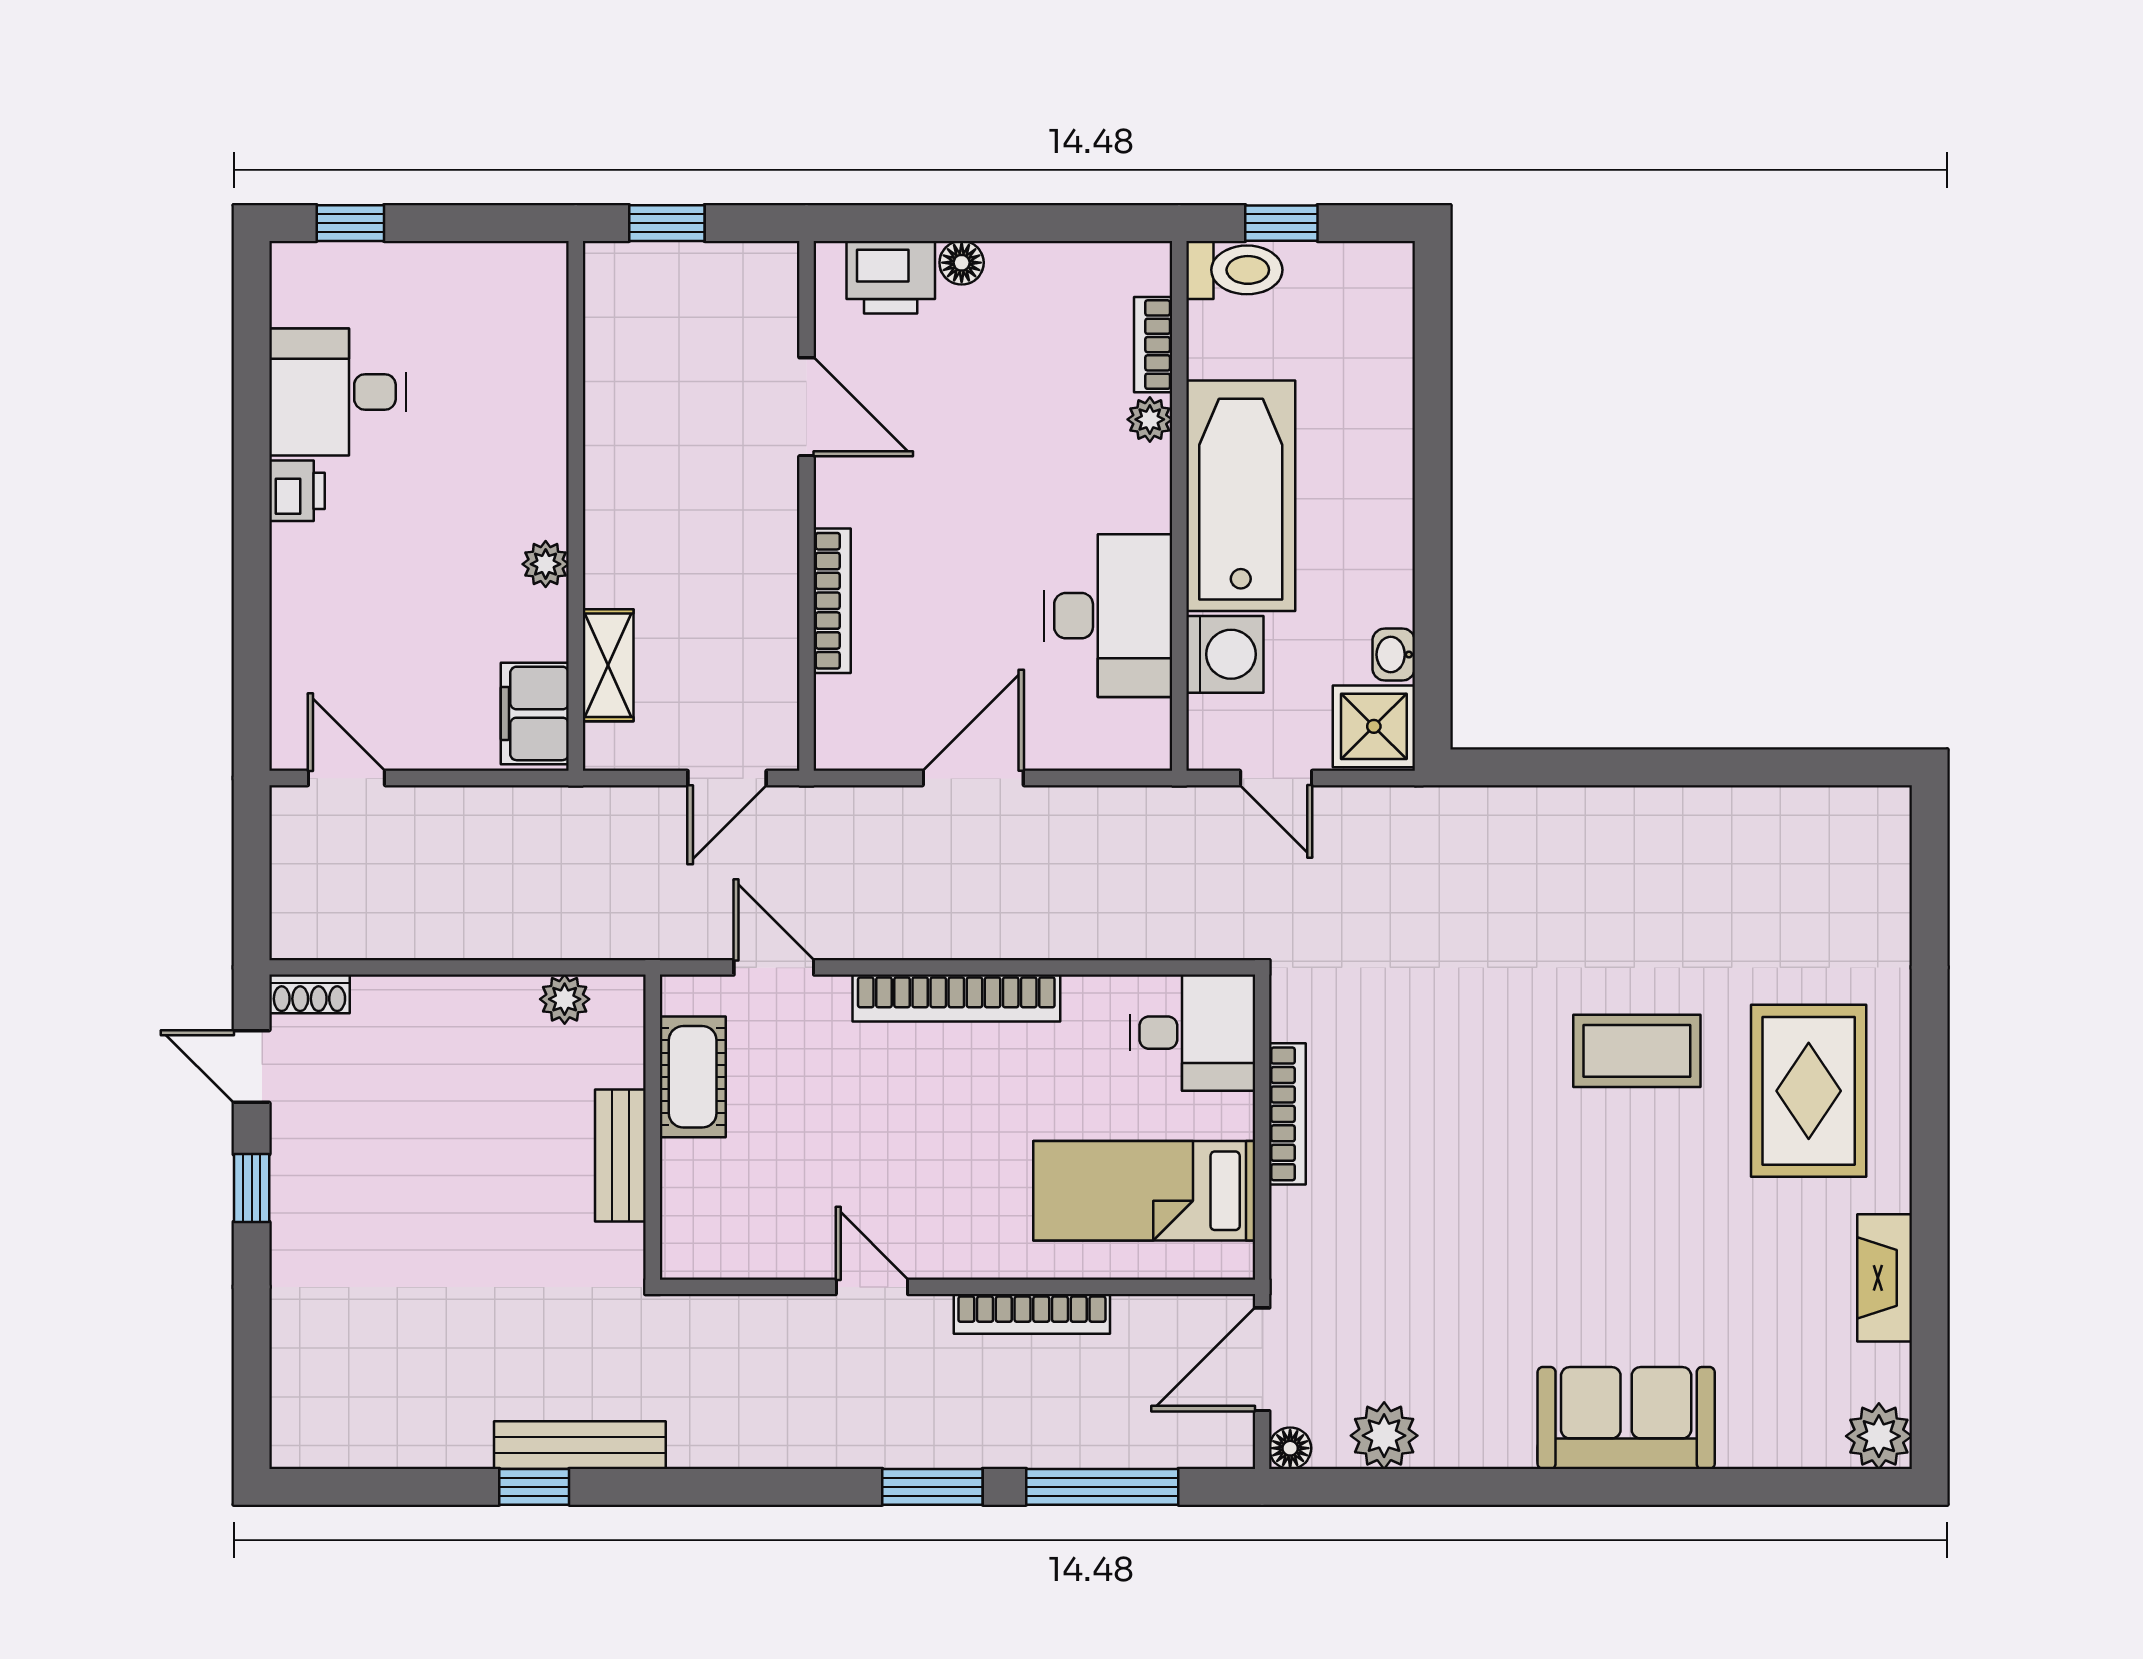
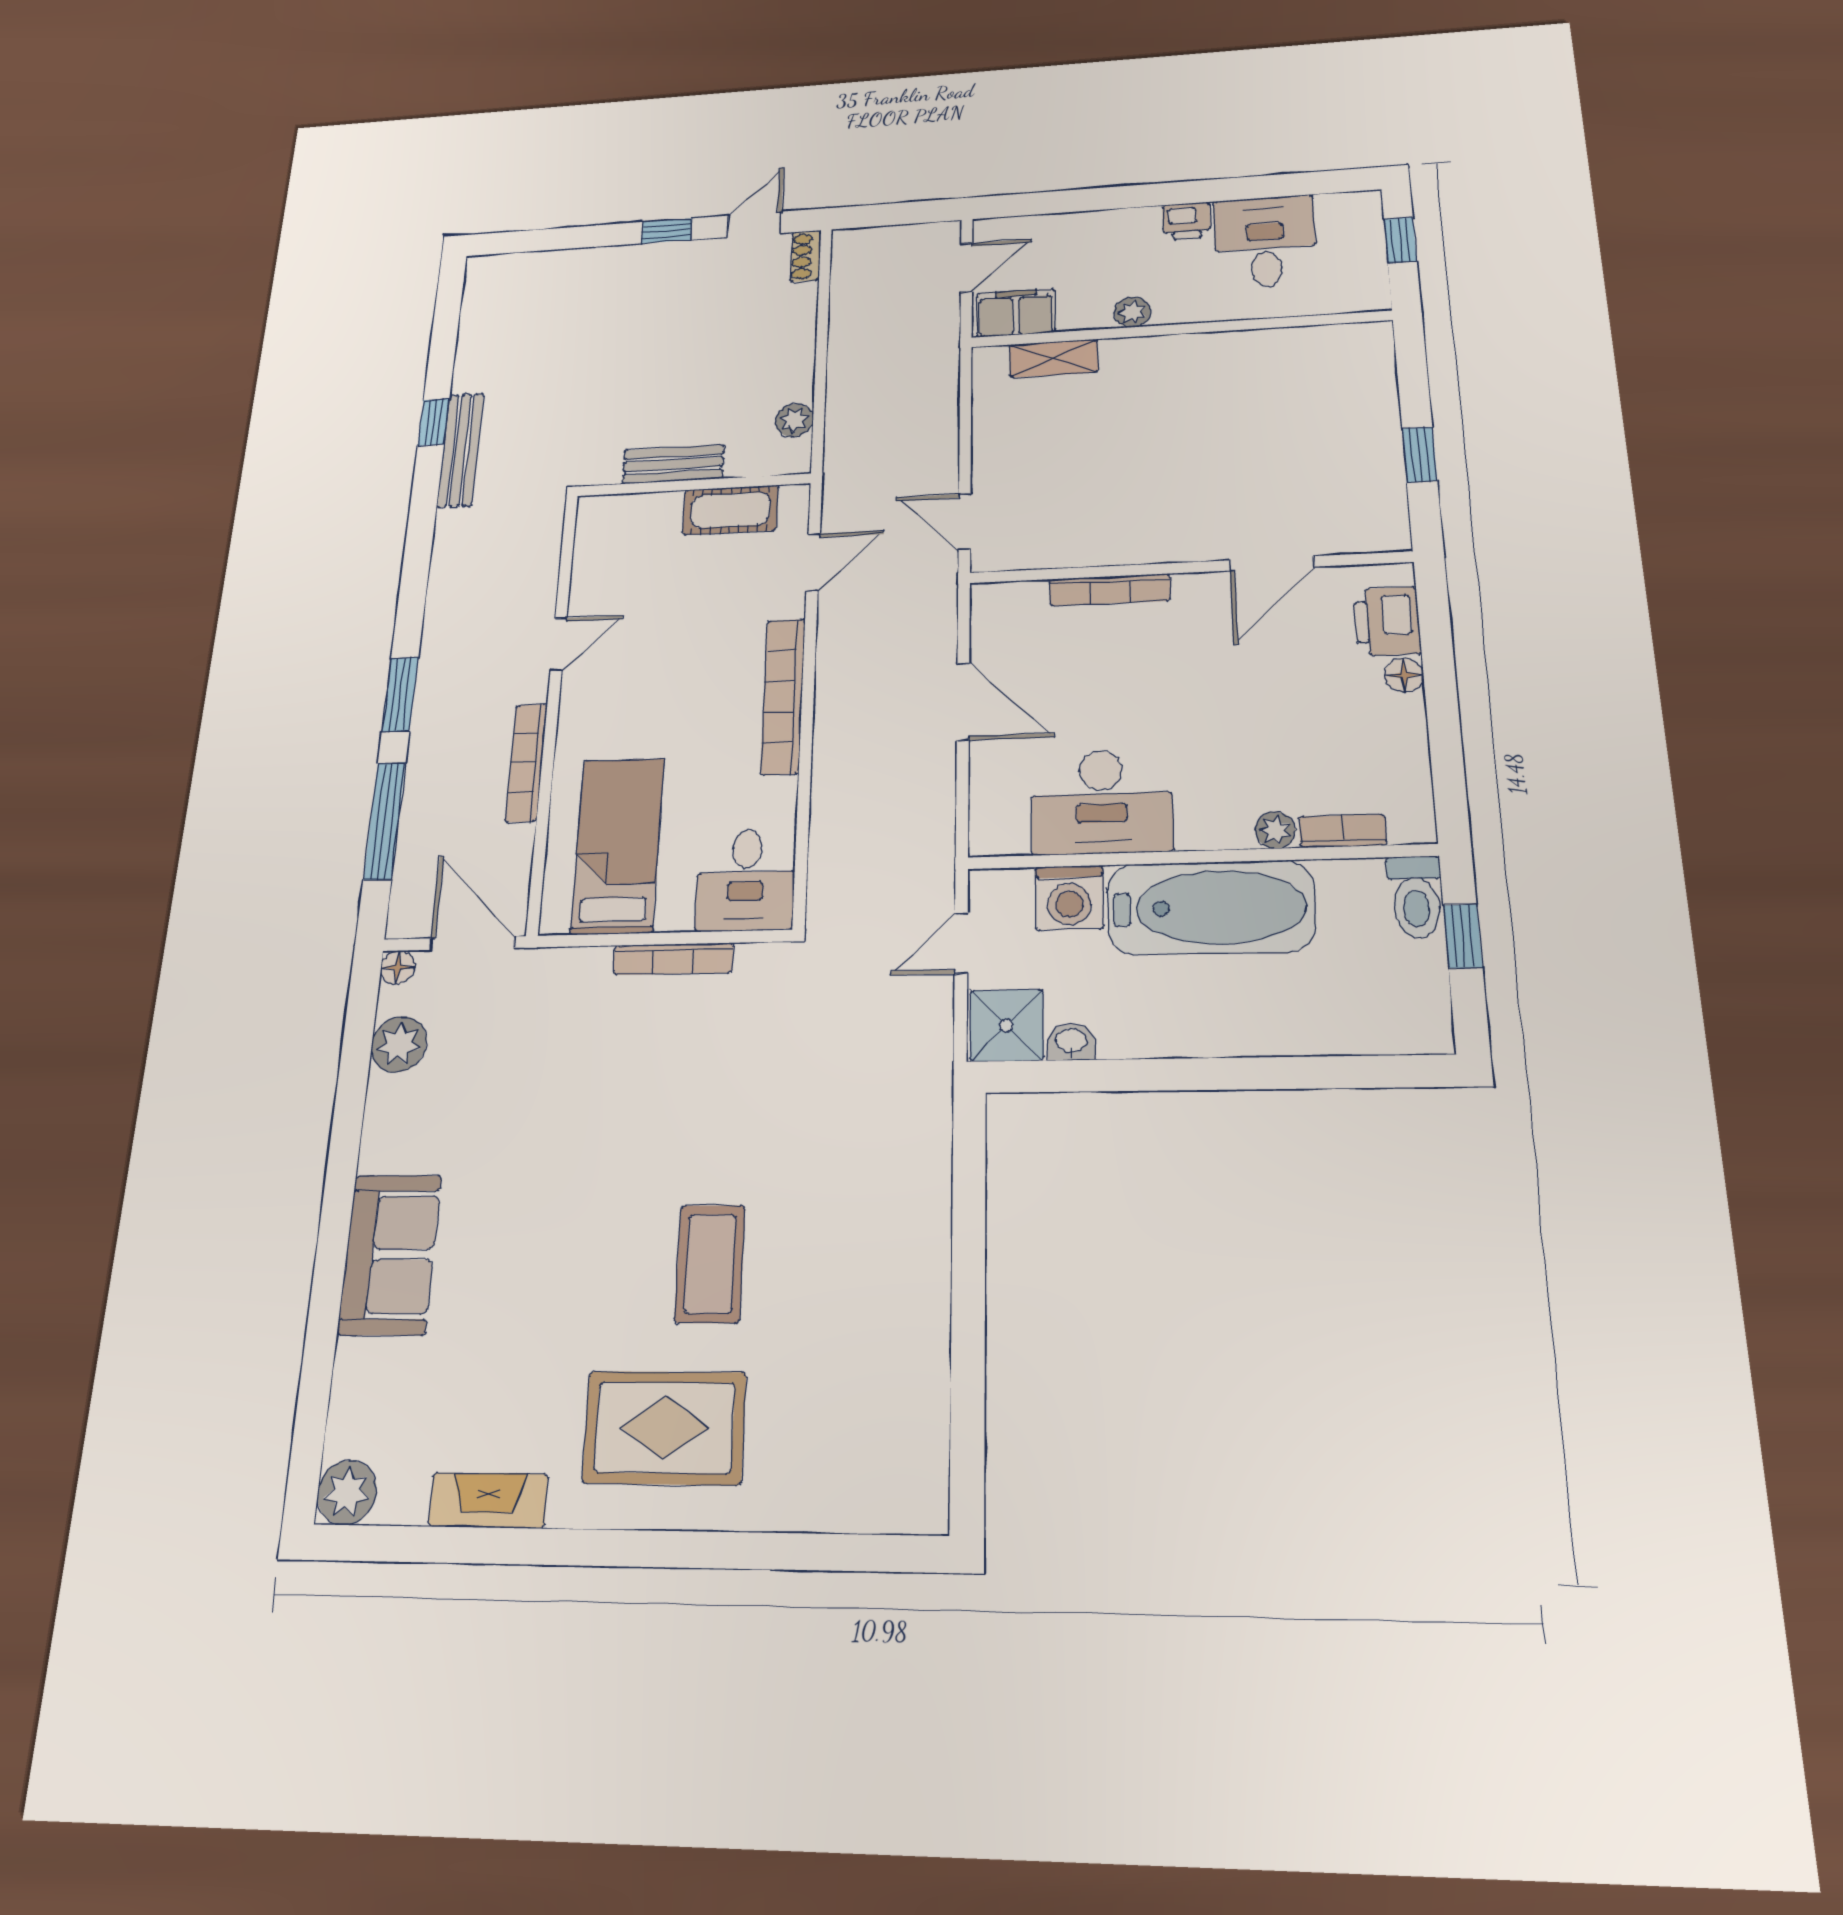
wall: (576, 506) -> (1179, 329), moved
plant: (546, 564) -> (1132, 312), moved
shelving: (608, 665) -> (1054, 358), moved
filing cabinet: (535, 713) -> (1016, 313), moved

